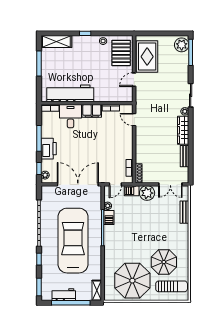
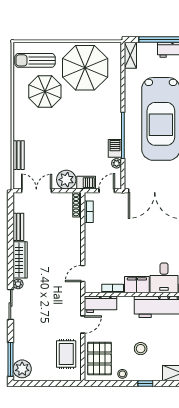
rug: (147, 57) -> (66, 354), width x0.73, depth x0.70
stool: (89, 61) -> (141, 349), added
workbench: (120, 95) -> (101, 304), added
door: (134, 120) -> (83, 273), swing flipped

